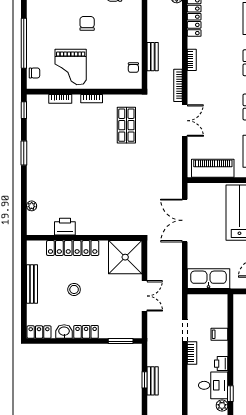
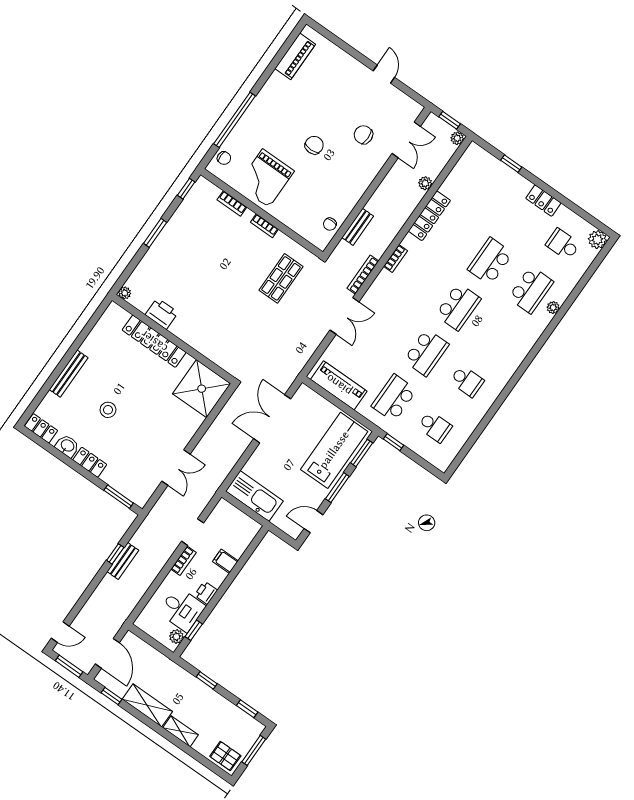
printer: (65, 227) -> (162, 314), moved
wall: (84, 238) -> (173, 339), moved
locker: (73, 248) -> (154, 341), moved
shower: (125, 257) -> (202, 389), moved

